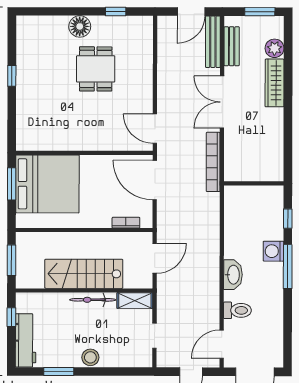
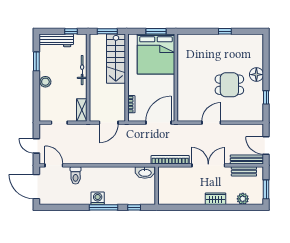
wardrobe: (275, 83) -> (216, 199), width x0.67
door: (155, 129) -> (211, 123), moved
washing machine: (273, 251) -> (98, 198), moved
door: (155, 258) -> (109, 123), hinge flipped
stairs: (84, 274) -> (116, 59), moved, turned 180
washbasin: (233, 275) -> (145, 172), moved
bicycle: (93, 300) -> (82, 70), moved

